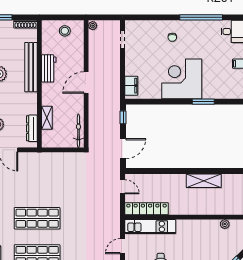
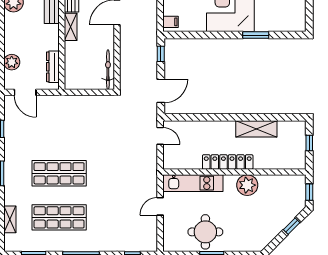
filing cabinet: (131, 86) -> (170, 22), width x0.50
shelving: (47, 118) -> (71, 27), moved
locker: (146, 209) -> (228, 162), moved
plant: (225, 224) -> (247, 185), moved, width x1.87, depth x1.87

